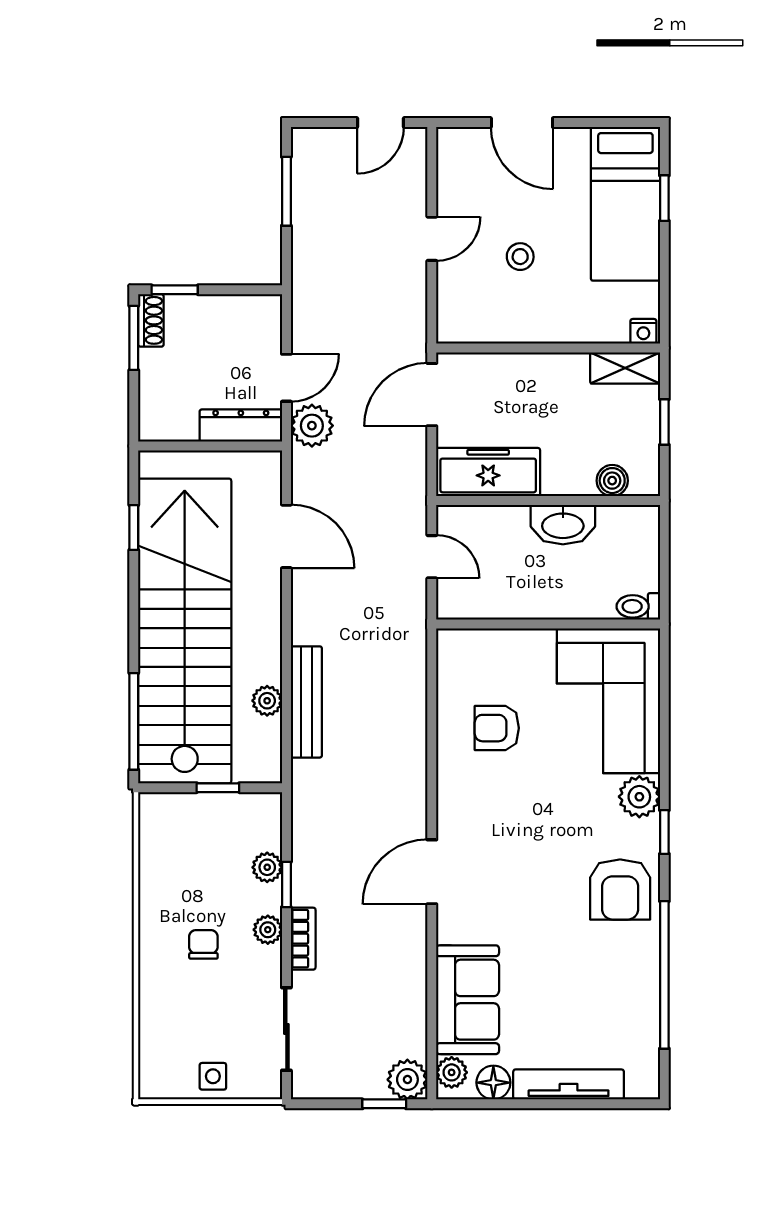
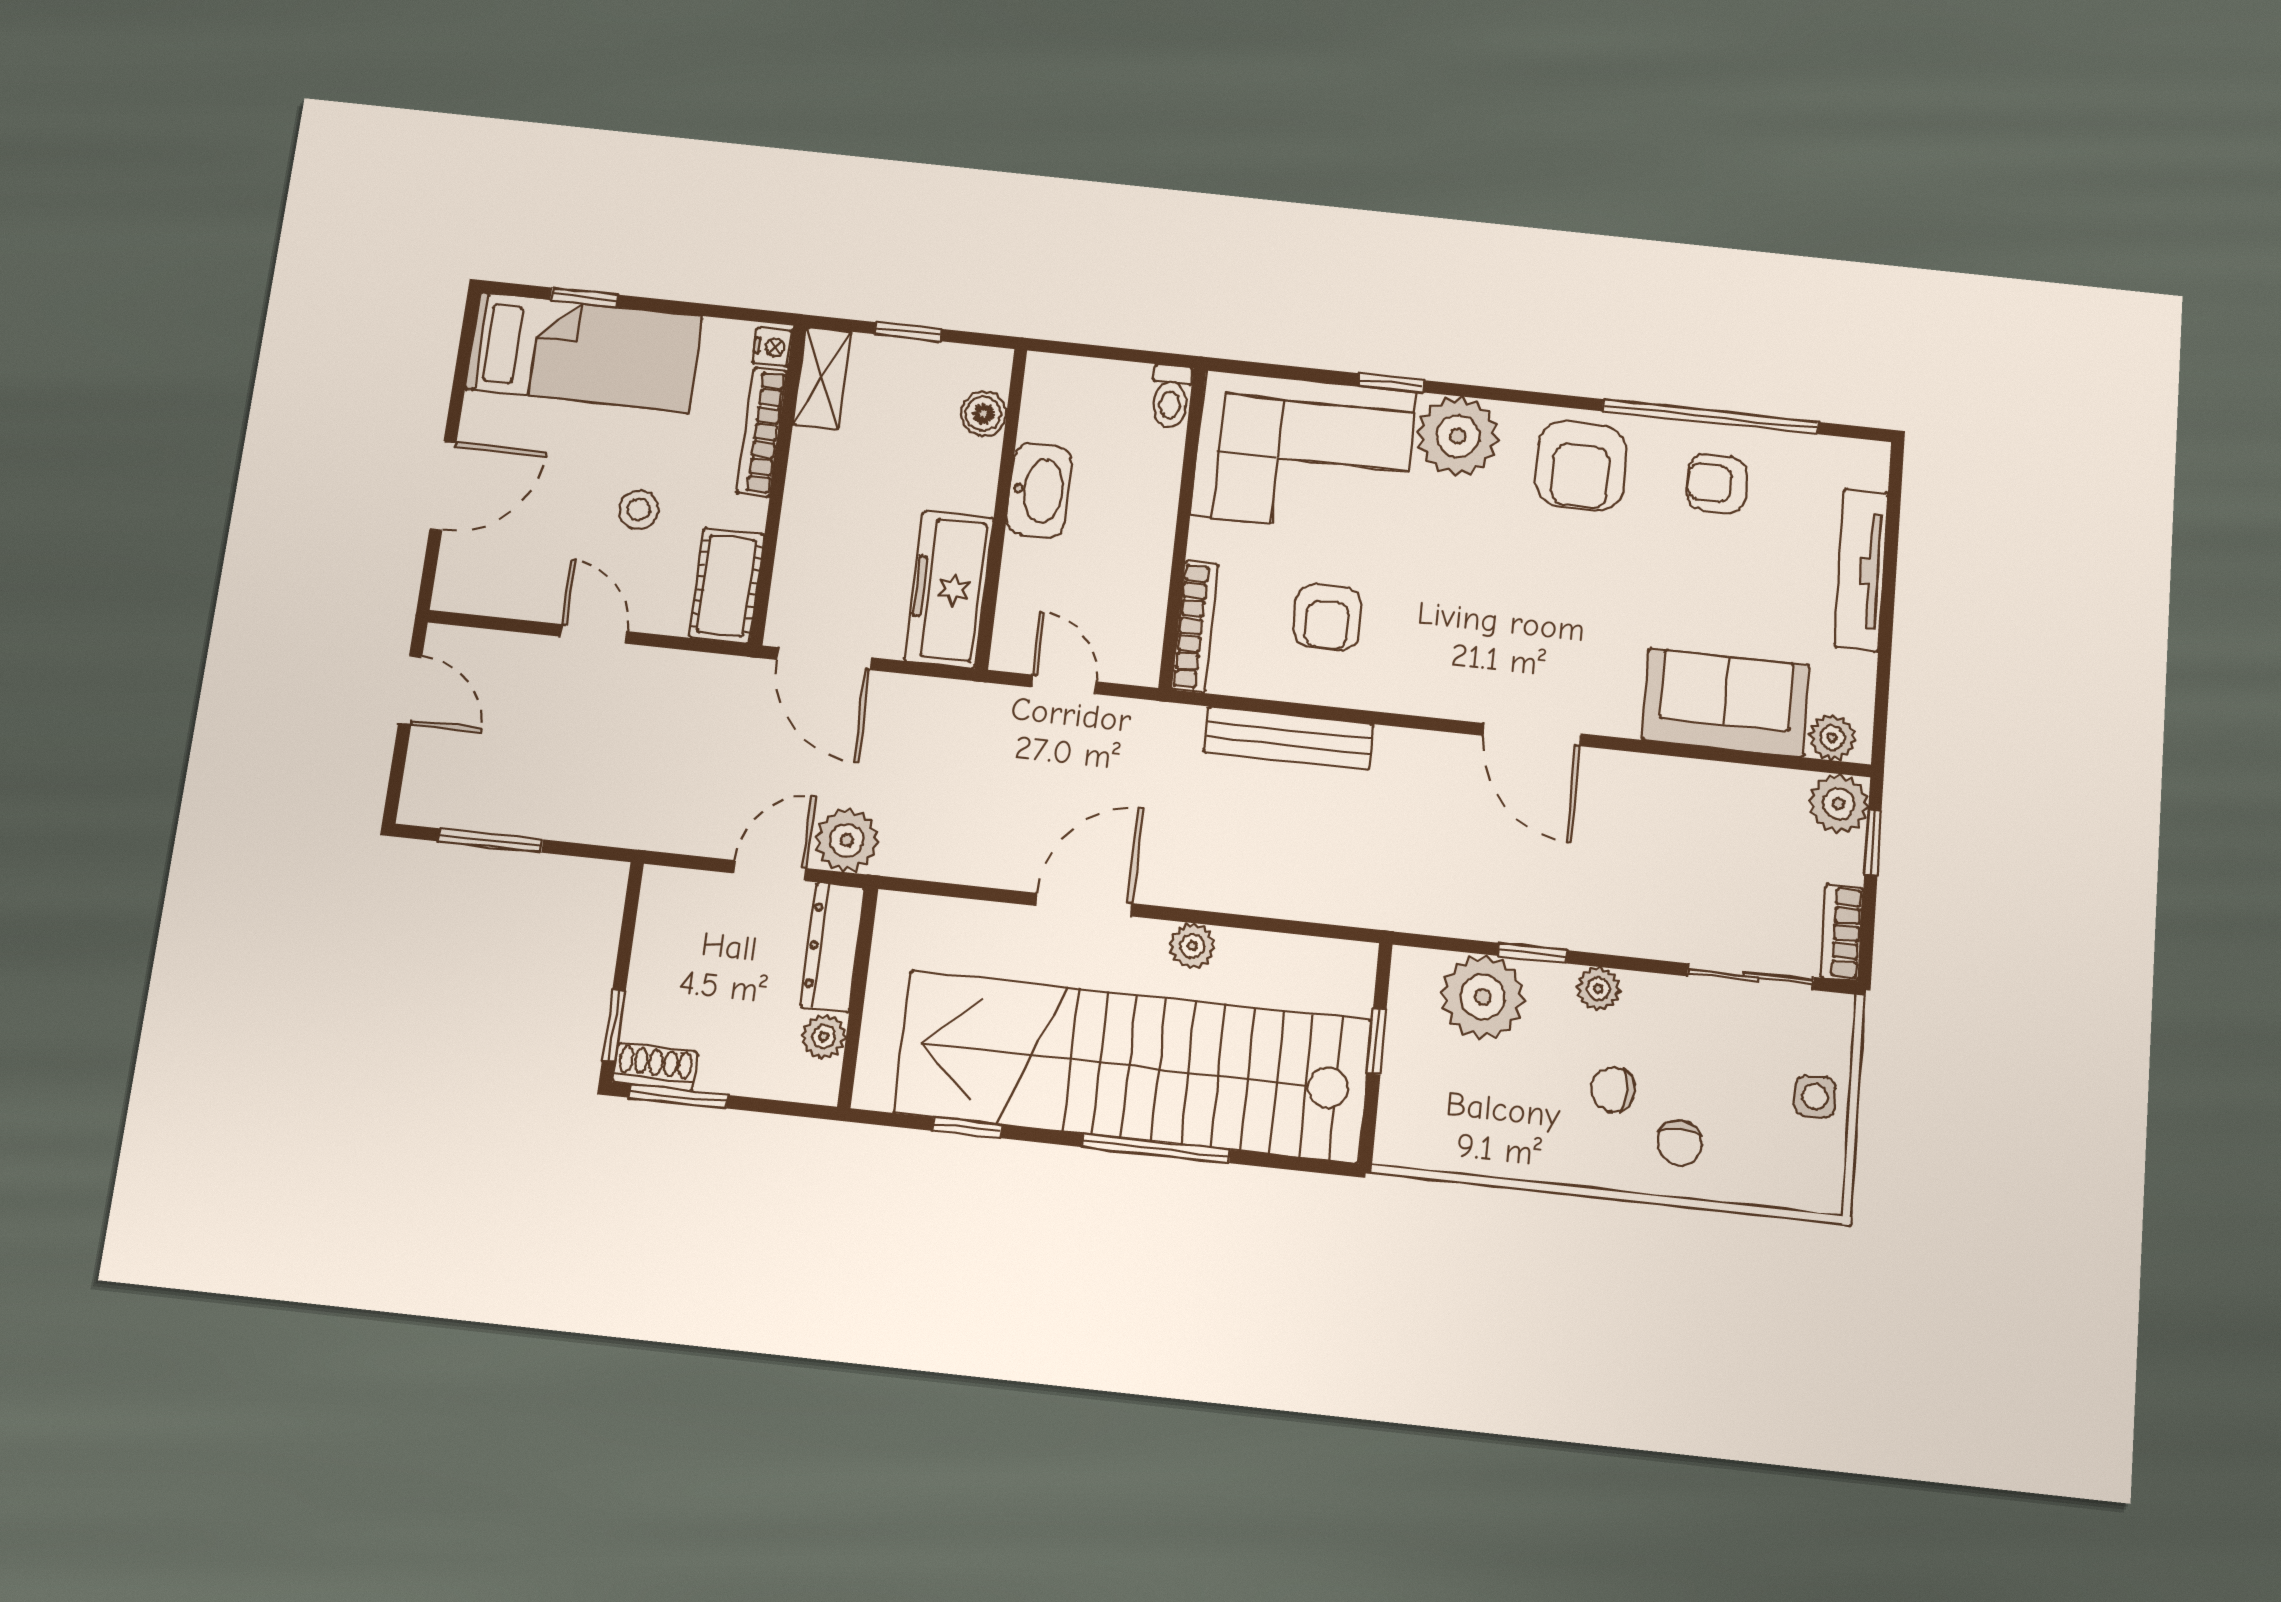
cot: (474, 323) -> (727, 586), added
bookcase: (583, 332) -> (762, 432), added
door: (286, 378) -> (770, 871), hinge flipped
plant: (182, 427) -> (824, 1037), added
door: (286, 536) -> (1084, 905), moved
door: (432, 557) -> (1064, 684), hinge flipped
bookcase: (481, 640) -> (1195, 626), added
plant: (267, 701) -> (1192, 946), moved
bench: (306, 702) -> (1289, 738), moved
window: (134, 721) -> (1156, 1148), moved
plant: (639, 797) -> (1458, 436), width x1.36, depth x1.36
window: (664, 832) -> (1391, 383), moved
plant: (267, 867) -> (1483, 997), width x1.88, depth x1.88
armchair: (620, 890) -> (1581, 466), turned 90
bookcase: (303, 939) -> (1842, 933), moved, turned -90
armchair: (618, 983) -> (1717, 484), added
chair: (174, 990) -> (1680, 1143), added
floor lamp: (493, 1083) -> (1851, 678), removed

